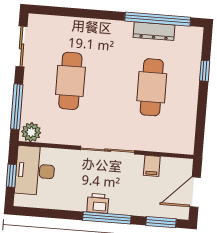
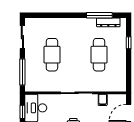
window: (158, 19) -> (99, 15), width x0.68
dresser: (154, 31) -> (108, 22), moved
plant: (31, 132) -> (32, 86), removed

